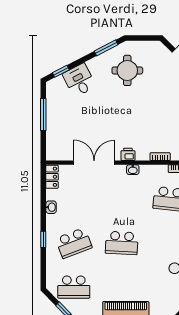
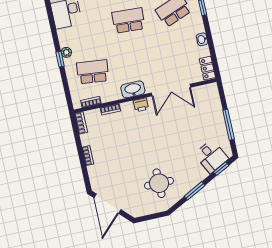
window: (106, 48) -> (195, 191), moved
desk: (79, 80) -> (211, 156), moved
washbasin: (133, 170) -> (133, 89), width x1.91, depth x1.45

